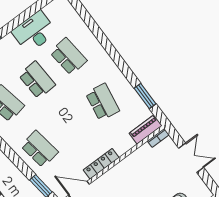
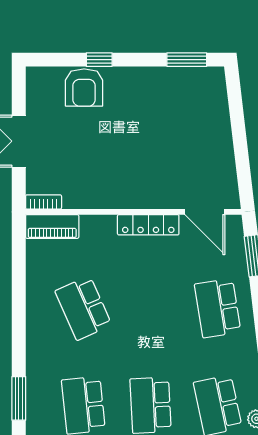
window: (145, 96) -> (19, 398), moved
school desk: (102, 102) -> (83, 308), turned -33

